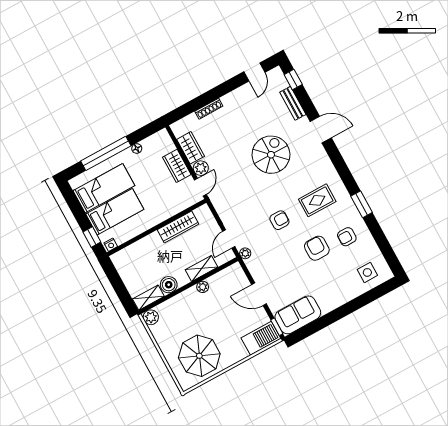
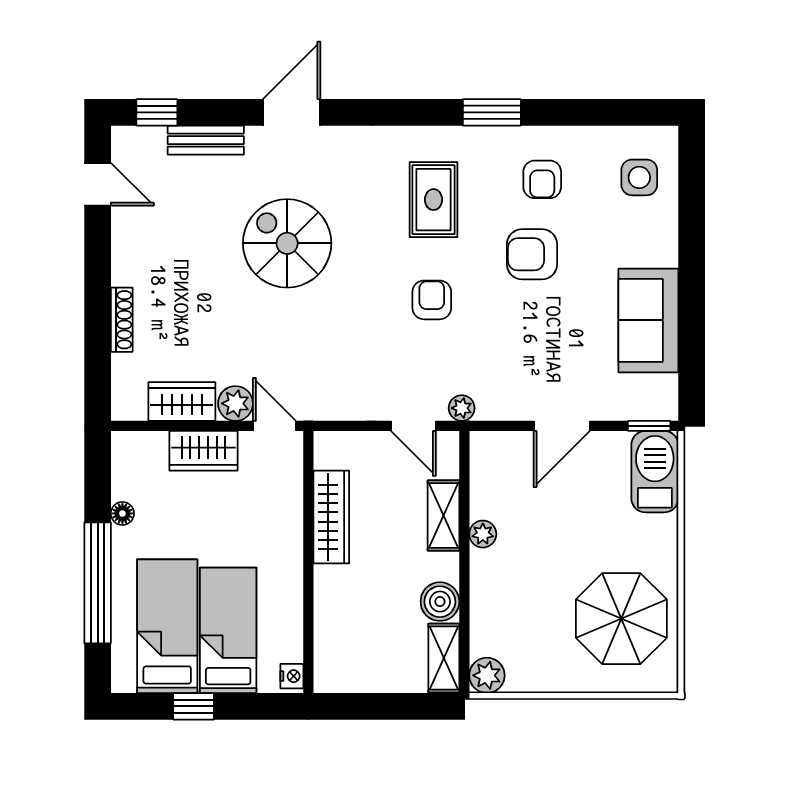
window: (92, 237) -> (194, 706), moved
sofa: (298, 315) -> (648, 320), moved

